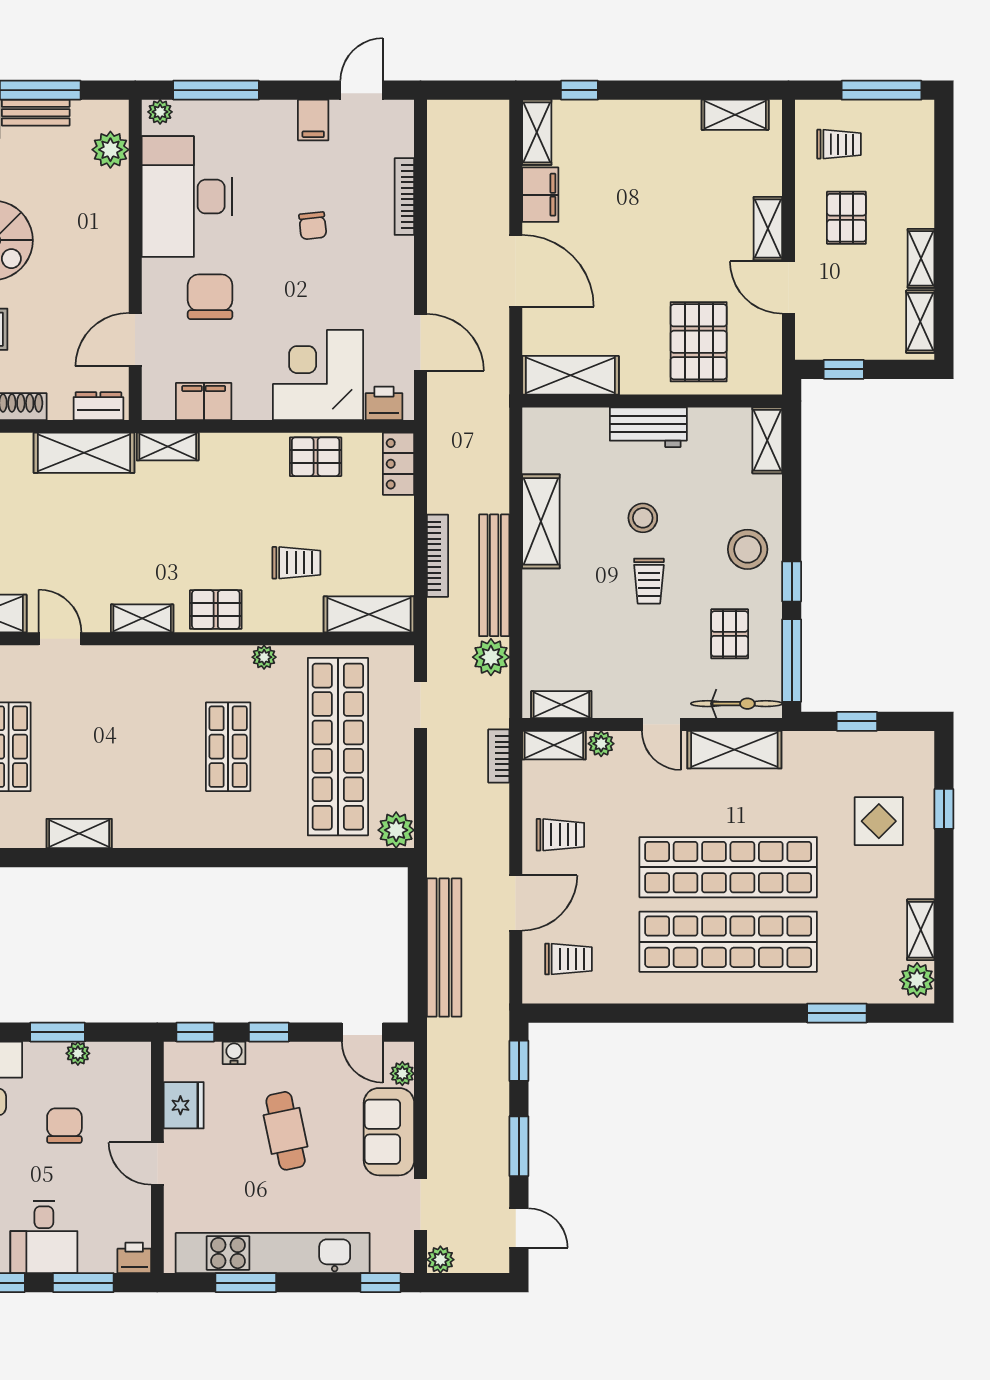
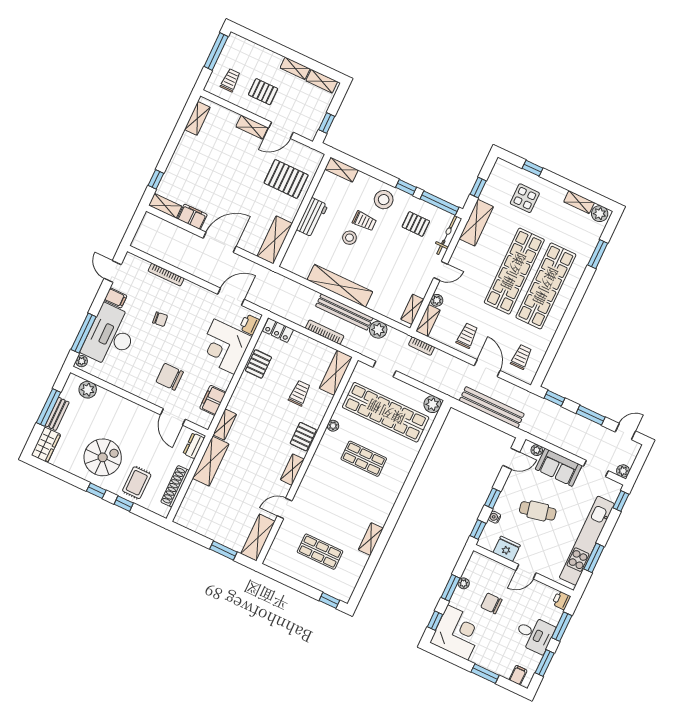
desk: (187, 197) -> (110, 336), moved, turned 90
shelving: (541, 521) -> (340, 286), width x1.47
trolley: (649, 581) -> (364, 221), moved
shelving: (734, 750) -> (476, 223), moved

